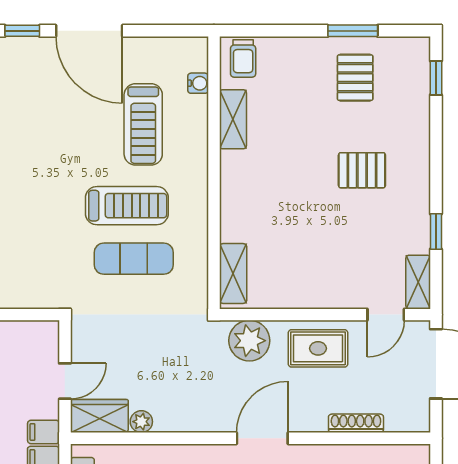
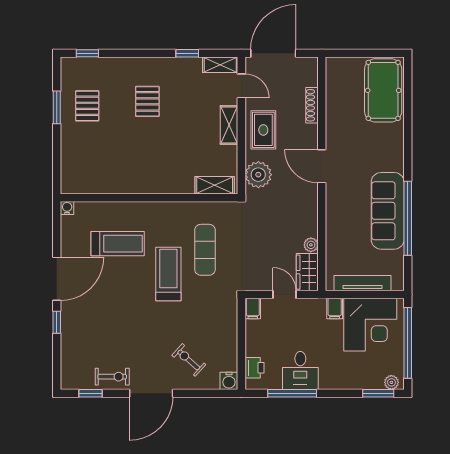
trolley: (243, 58) -> (75, 179), removed
pallet: (355, 78) -> (87, 106), turned 90
water cooler: (198, 83) -> (67, 208), moved
shelving: (233, 119) -> (229, 125), moved, turned 90
treadmill: (127, 206) -> (168, 274), moved
filing cabinet: (44, 432) -> (253, 308), moved

